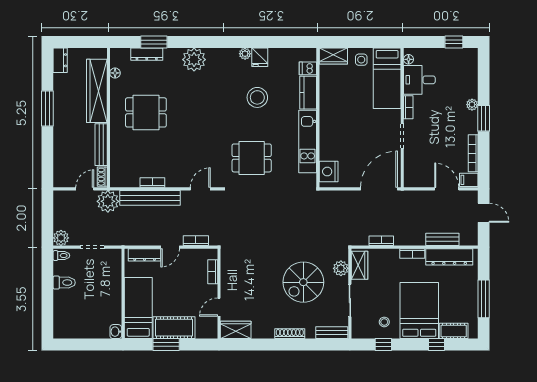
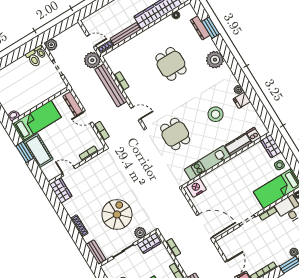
dining table: (146, 112) -> (171, 64), moved
spiral stairs: (303, 282) -> (117, 214), turned 90
toilet: (64, 283) -> (33, 59), moved

